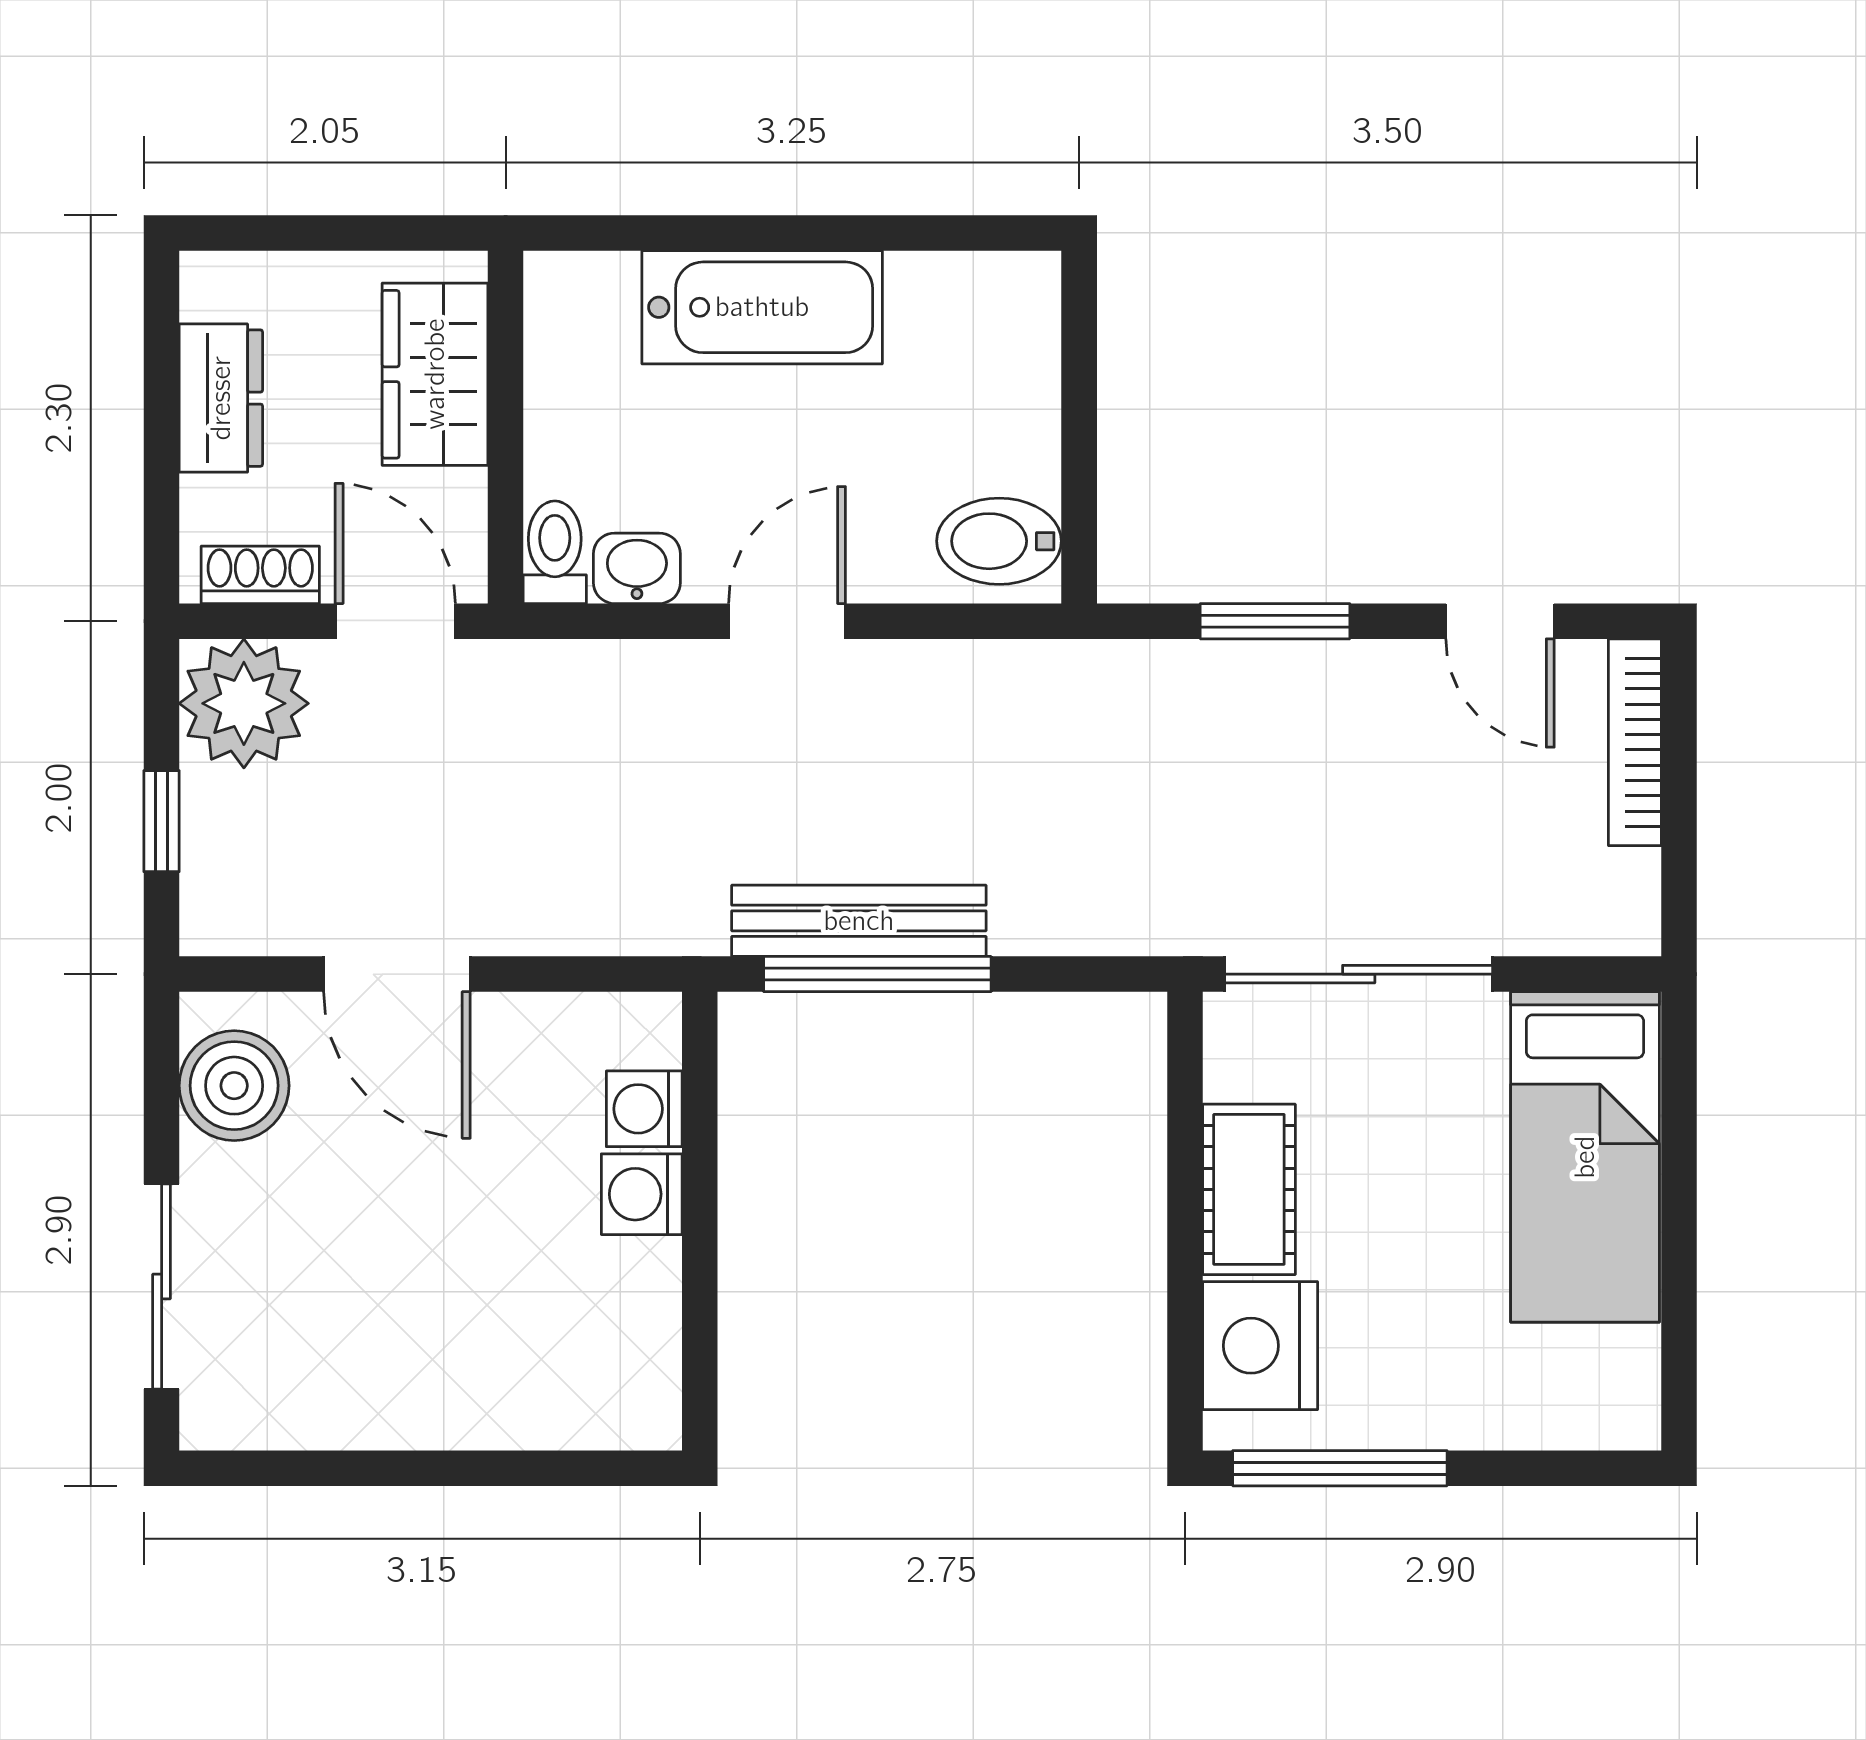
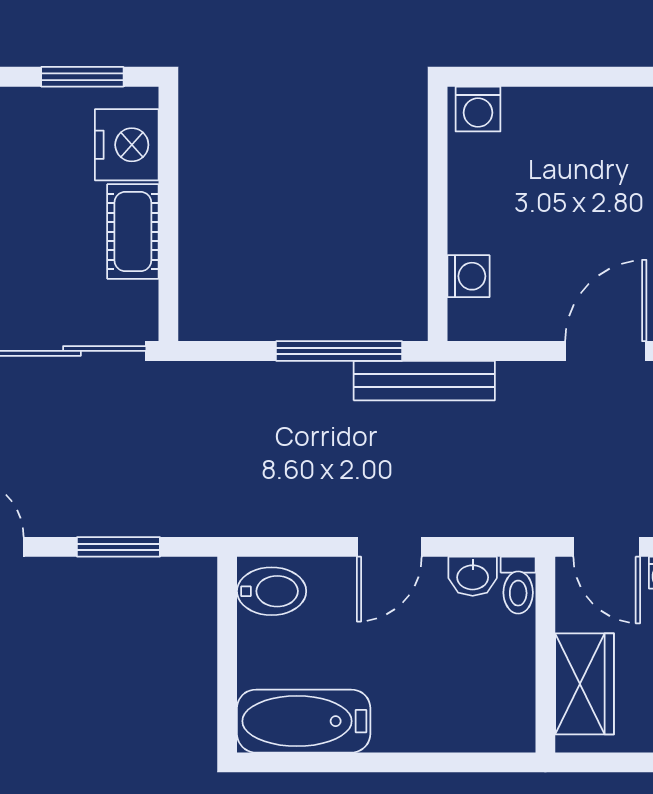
bathtub: (762, 307) -> (304, 721), moved
bench: (859, 921) -> (424, 381), moved
door: (397, 974) -> (606, 351), hinge flipped
washing machine: (642, 1194) -> (478, 109), moved, turned 90
window: (1340, 1468) -> (82, 77), width x0.69

